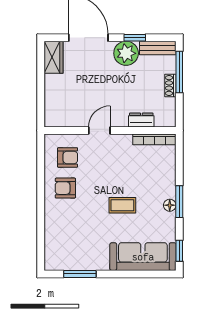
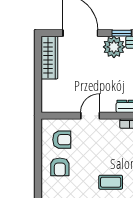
wardrobe: (54, 57) -> (49, 58), width x1.50
armchair: (65, 188) -> (60, 167), turned -90

